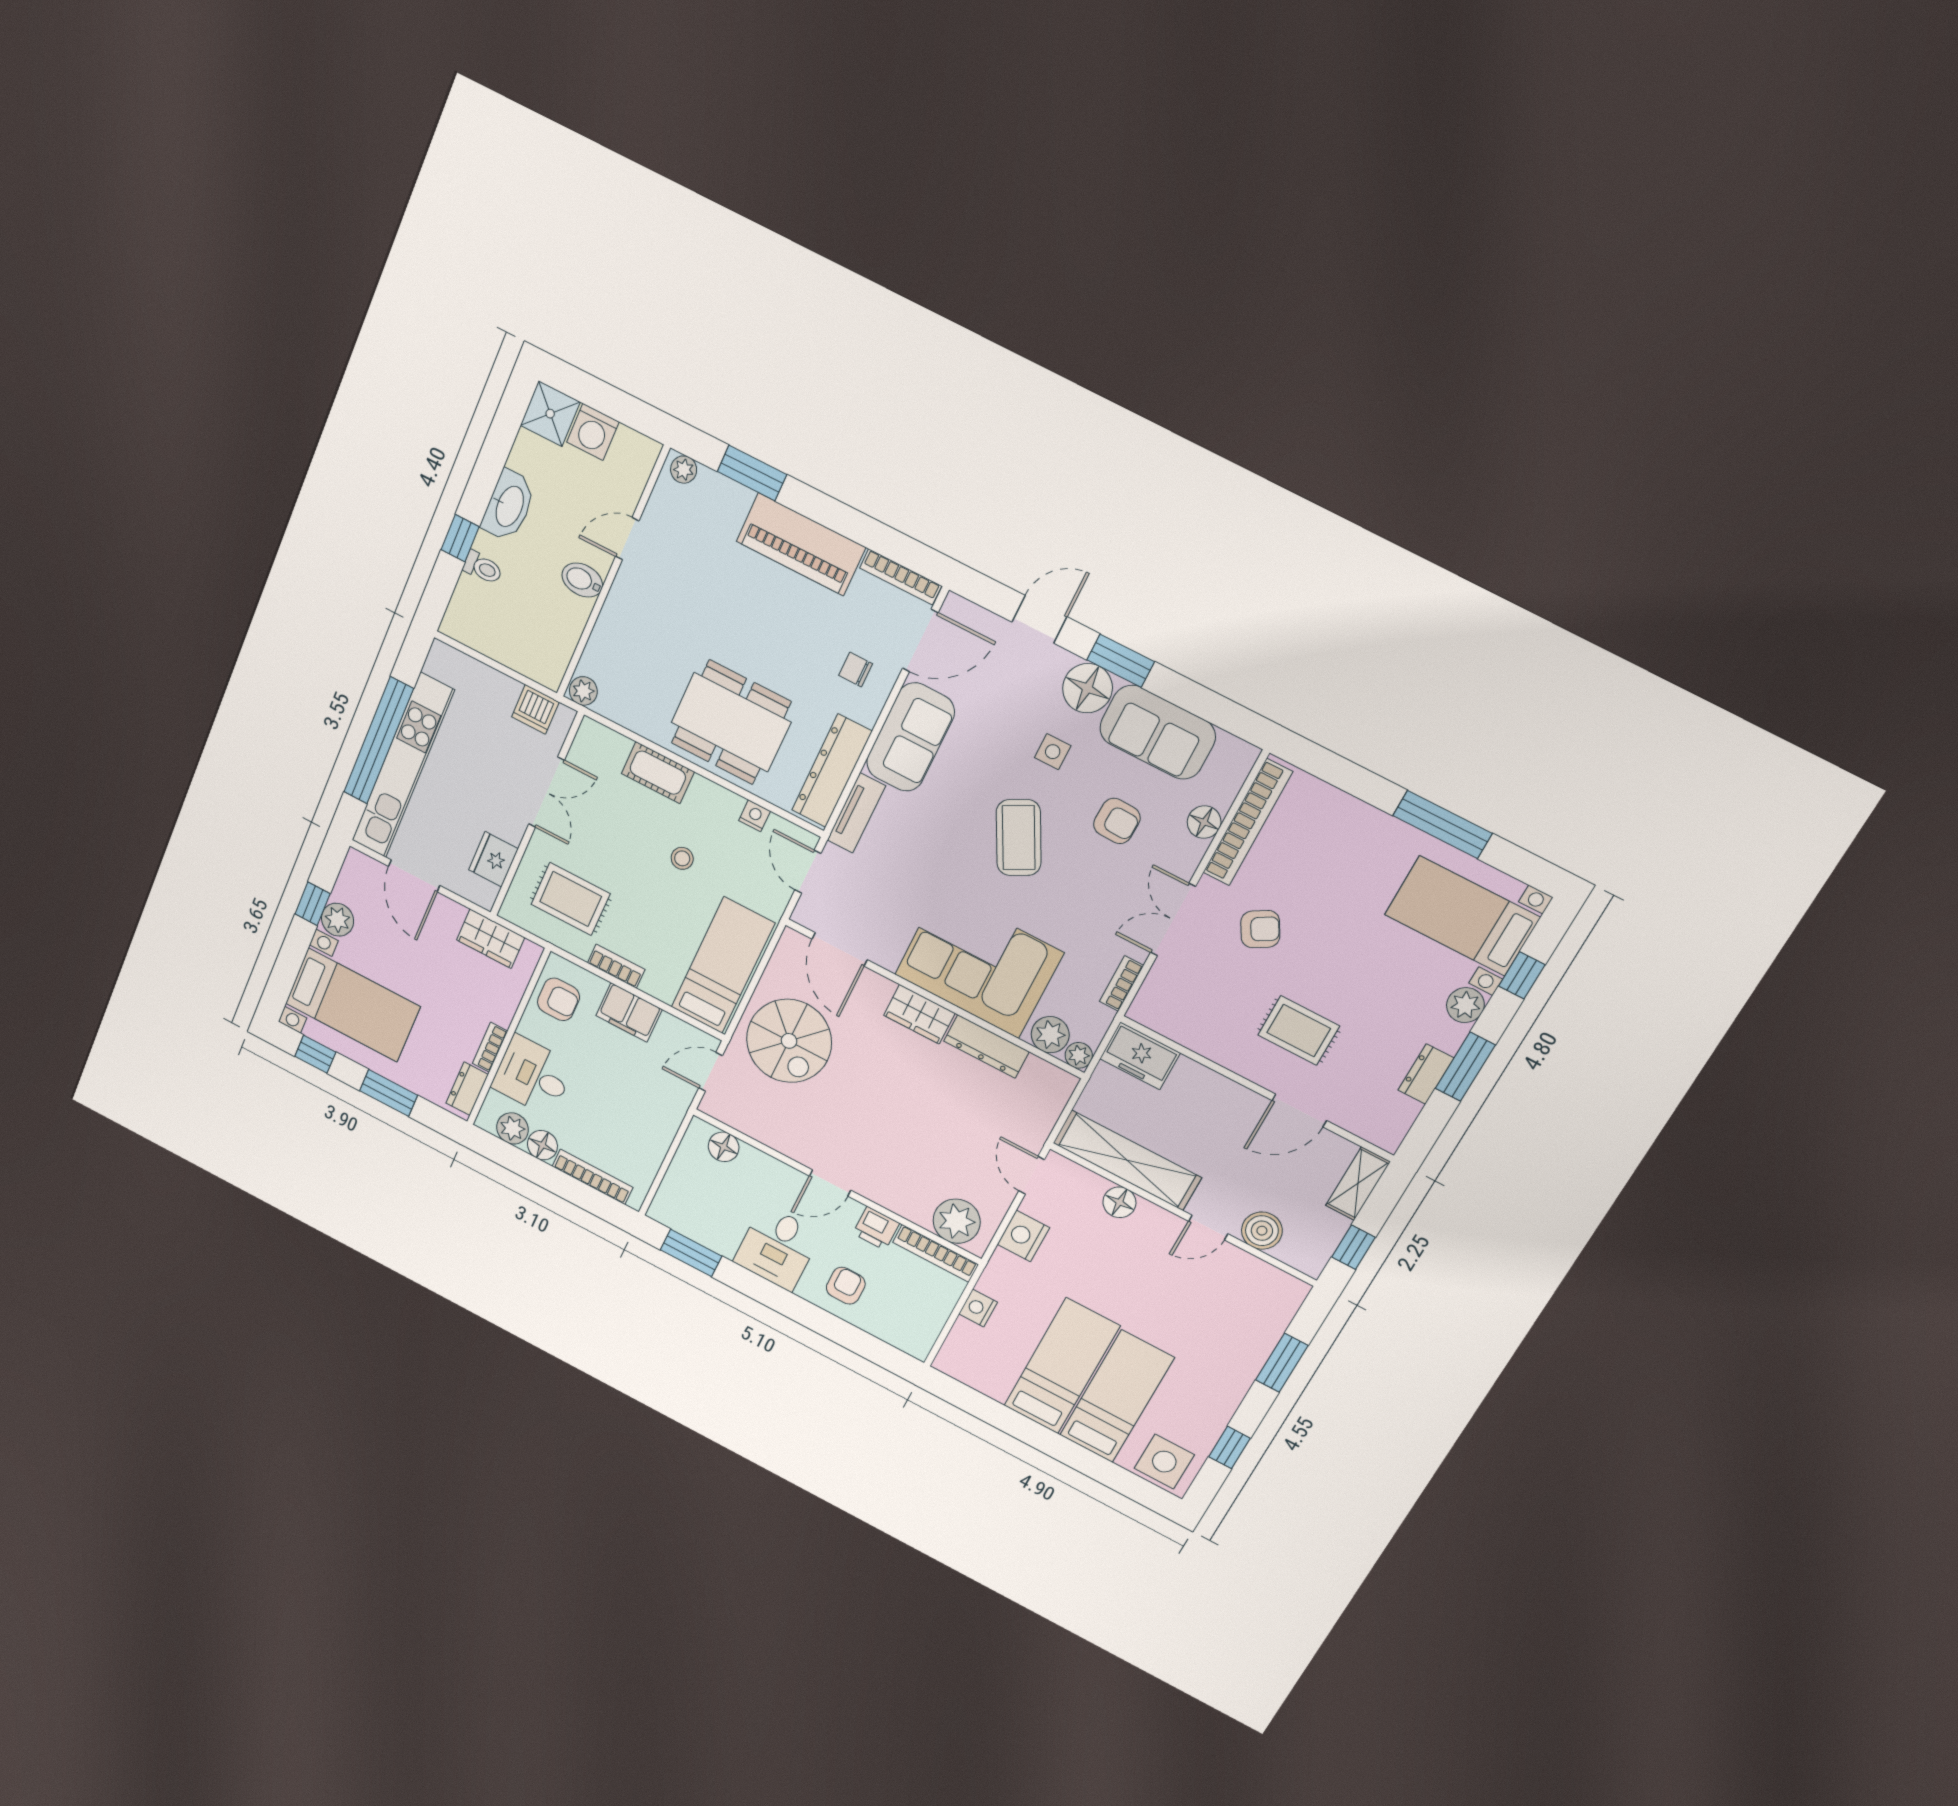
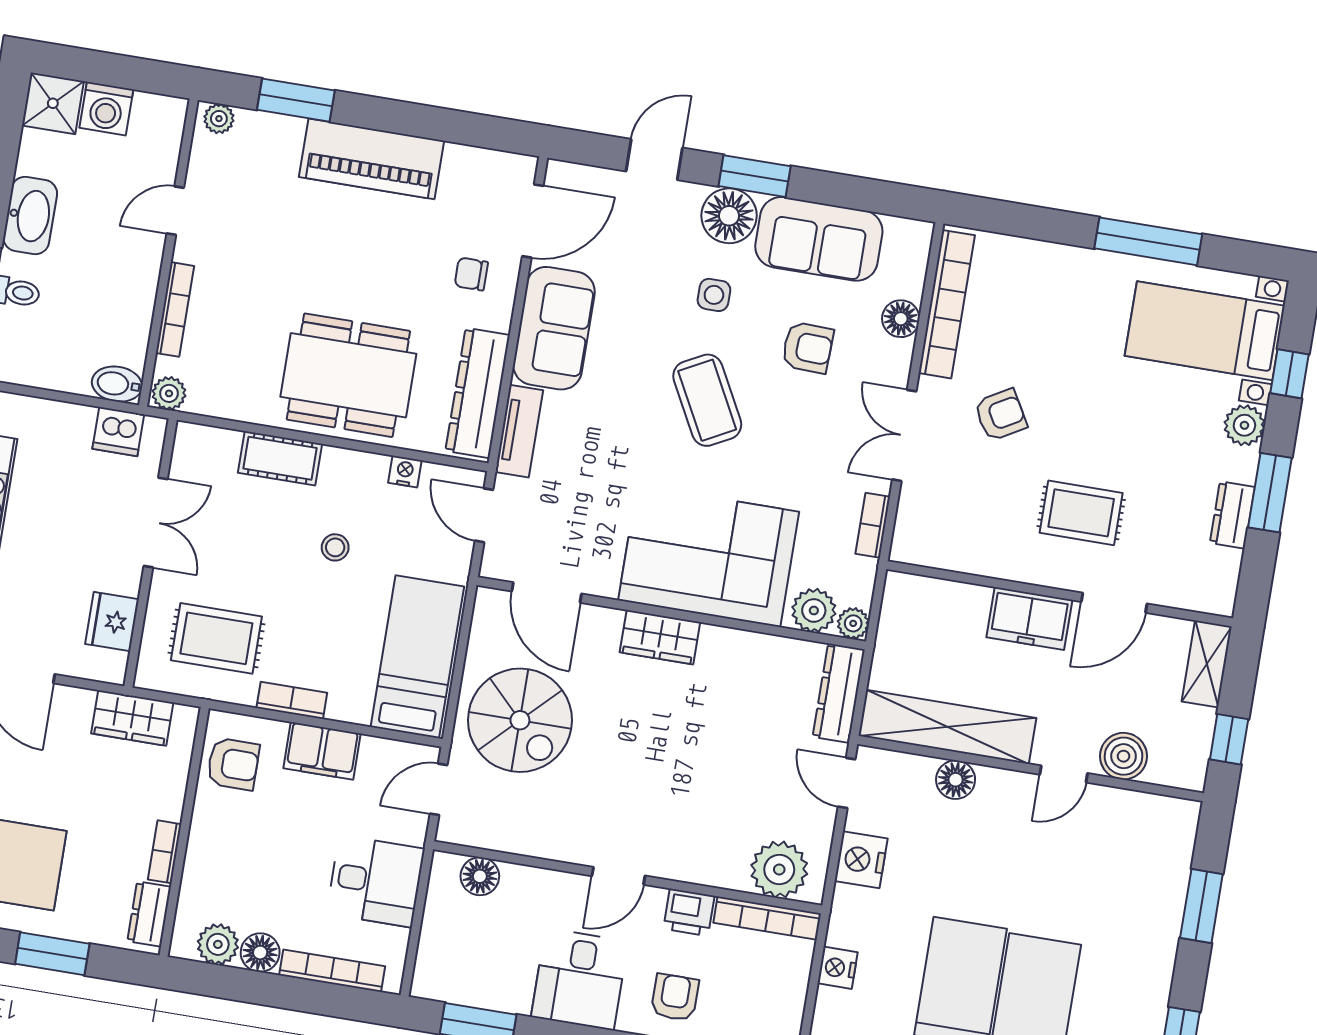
bookcase: (901, 577) -> (175, 309), moved, turned -90
bidet: (582, 580) -> (117, 384), moved
dresser: (986, 1046) -> (839, 693), moved, turned 90
freezer: (1140, 1056) -> (1029, 619), moved
desk: (533, 1076) -> (375, 881), moved, turned 180

